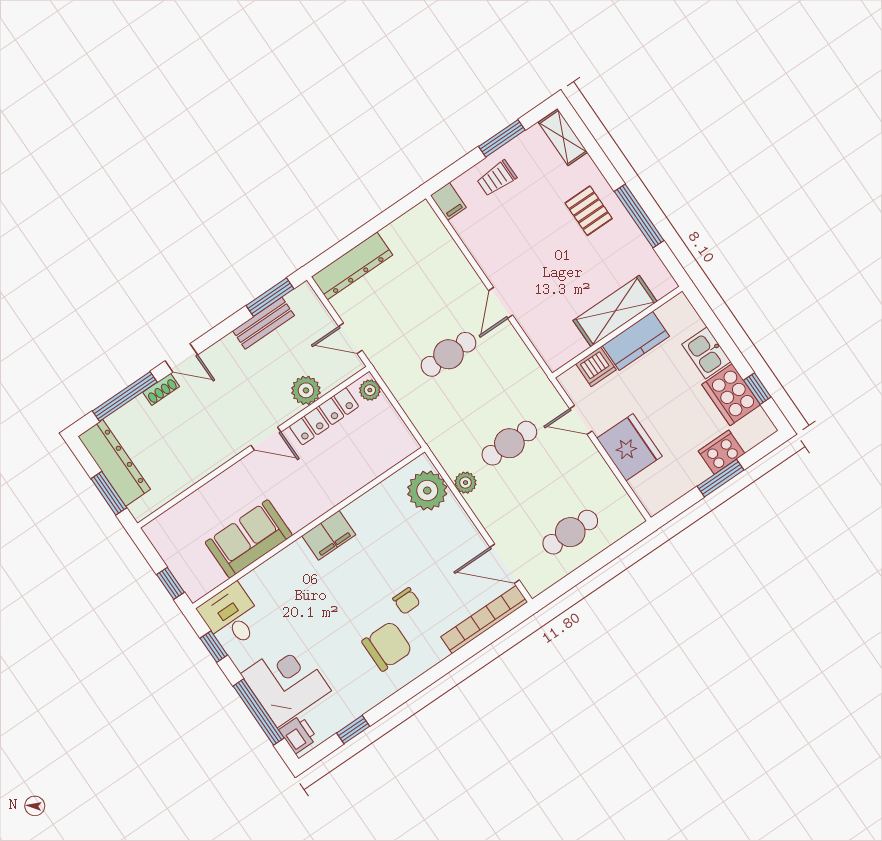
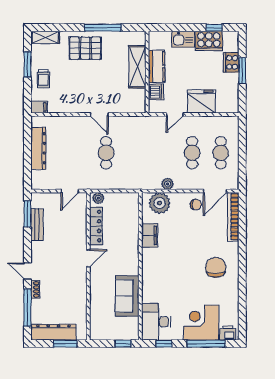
pallet: (589, 211) -> (85, 48), width x1.50, depth x1.42
dresser: (352, 266) -> (38, 148), moved
door: (181, 358) -> (27, 271), swing flipped
plant: (306, 390) -> (79, 226), removed
cafe table: (509, 443) -> (192, 153), moved
filing cabinet: (329, 535) -> (150, 235), moved
chair: (406, 601) -> (196, 205), moved
desk: (232, 617) -> (156, 322), width x1.37
window: (353, 730) -> (242, 307), removed

